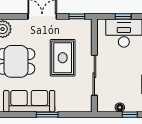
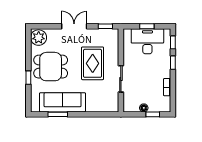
sliding door: (94, 75) -> (121, 79), width x0.73
window: (47, 115) -> (58, 114), moved

